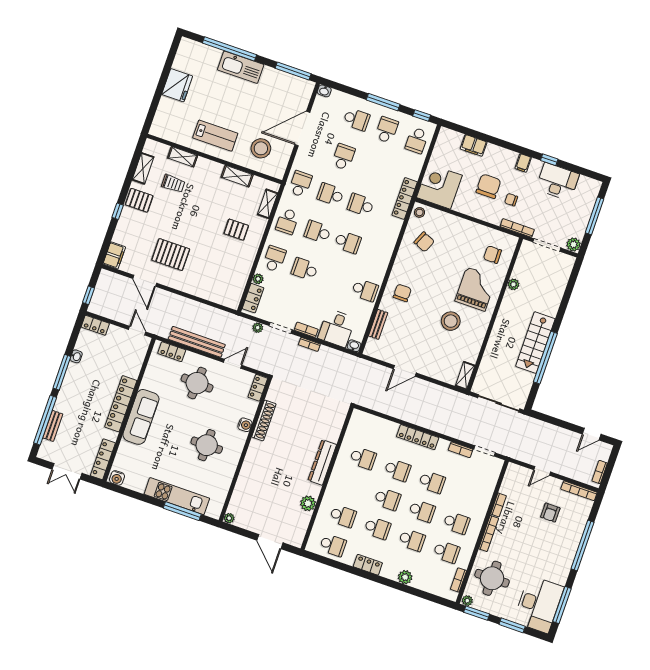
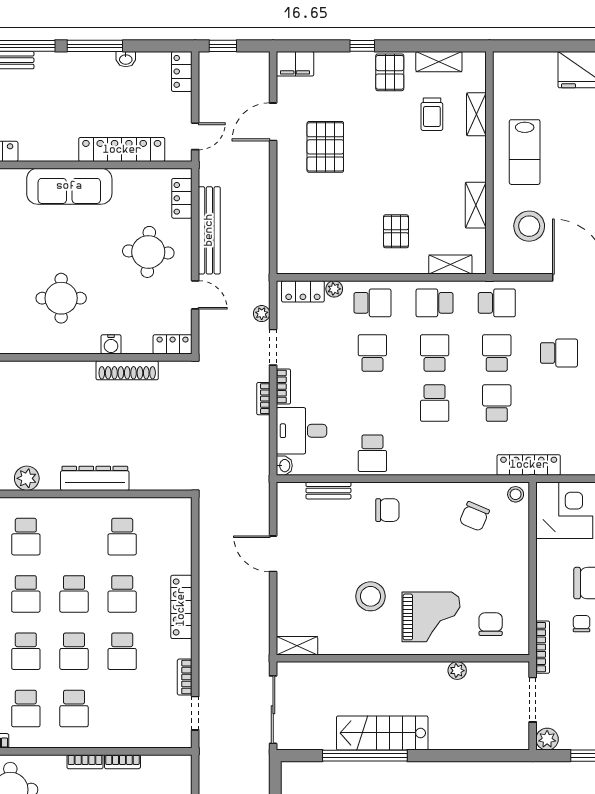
locker: (121, 404) -> (122, 150), moved
bookcase: (489, 534) -> (85, 762), width x0.64

